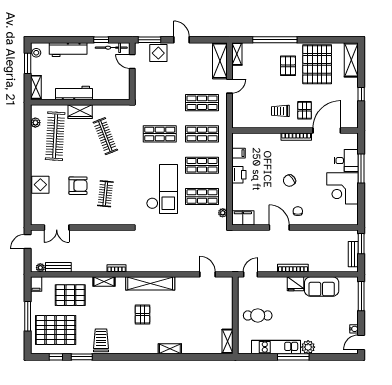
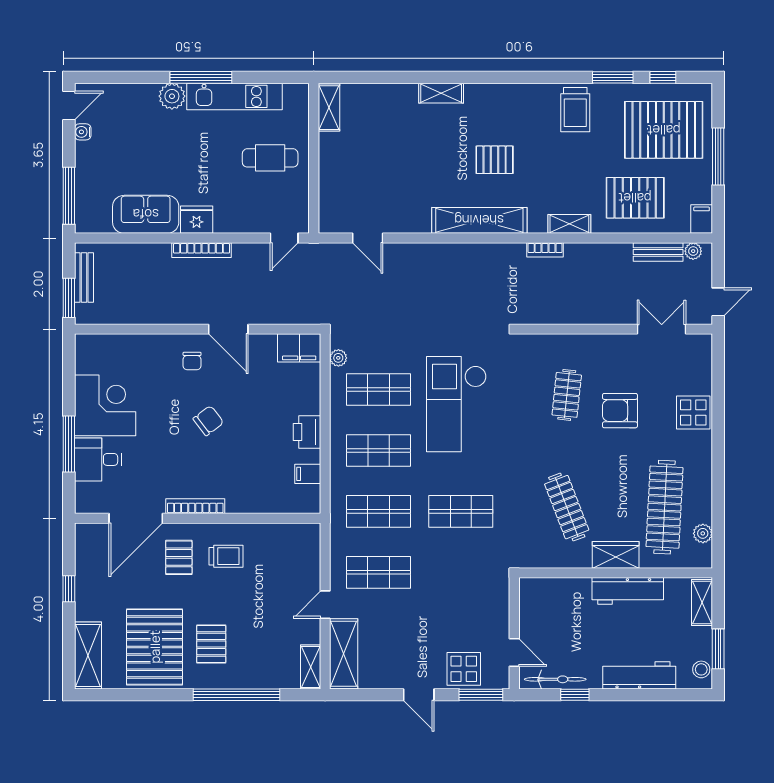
pallet: (142, 314) -> (495, 160), turned 90

